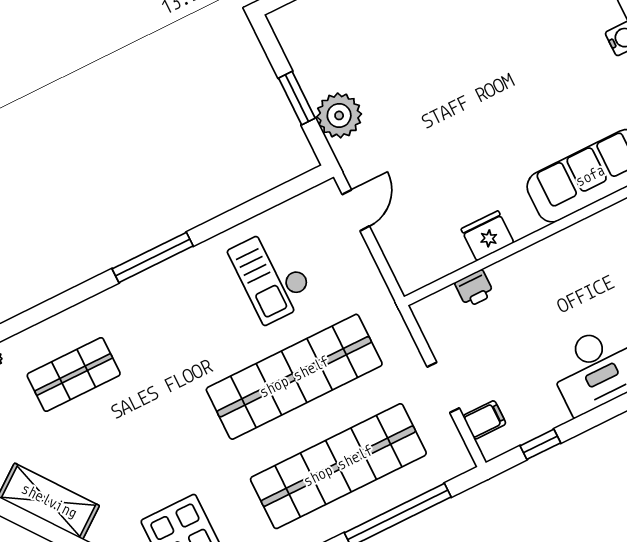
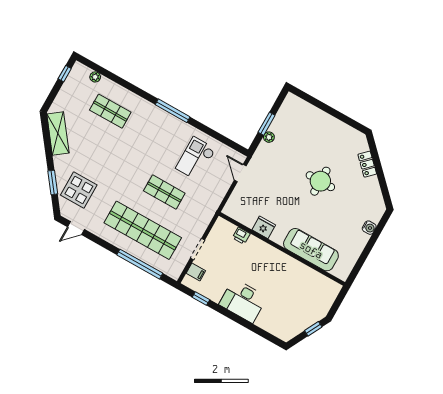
round table: (473, 71) -> (320, 181), added
plant: (339, 115) -> (269, 137), width x0.53, depth x0.53
door: (356, 210) -> (240, 173), swing flipped
shop shelf: (294, 377) -> (164, 192), width x0.50, depth x0.74

